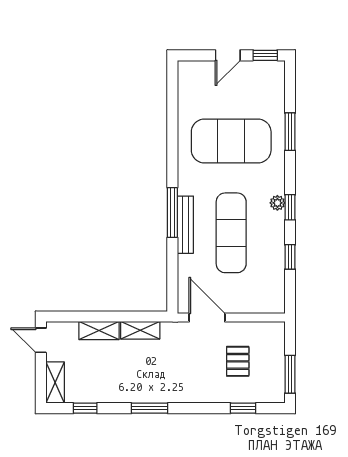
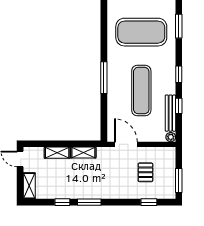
plant: (277, 203) -> (171, 137), moved
bench: (185, 225) -> (170, 113), moved
window: (85, 408) -> (62, 202), moved

